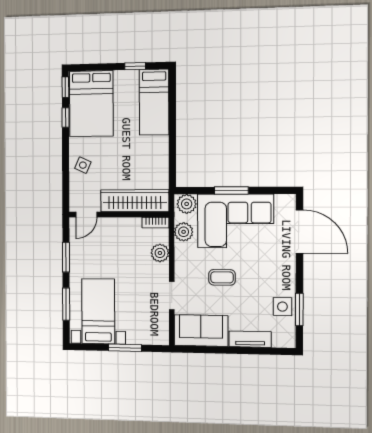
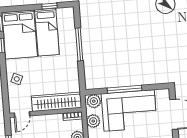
bed: (154, 102) -> (47, 32), moved
window: (172, 123) -> (79, 44), added
window: (231, 190) -> (125, 89), width x1.44

